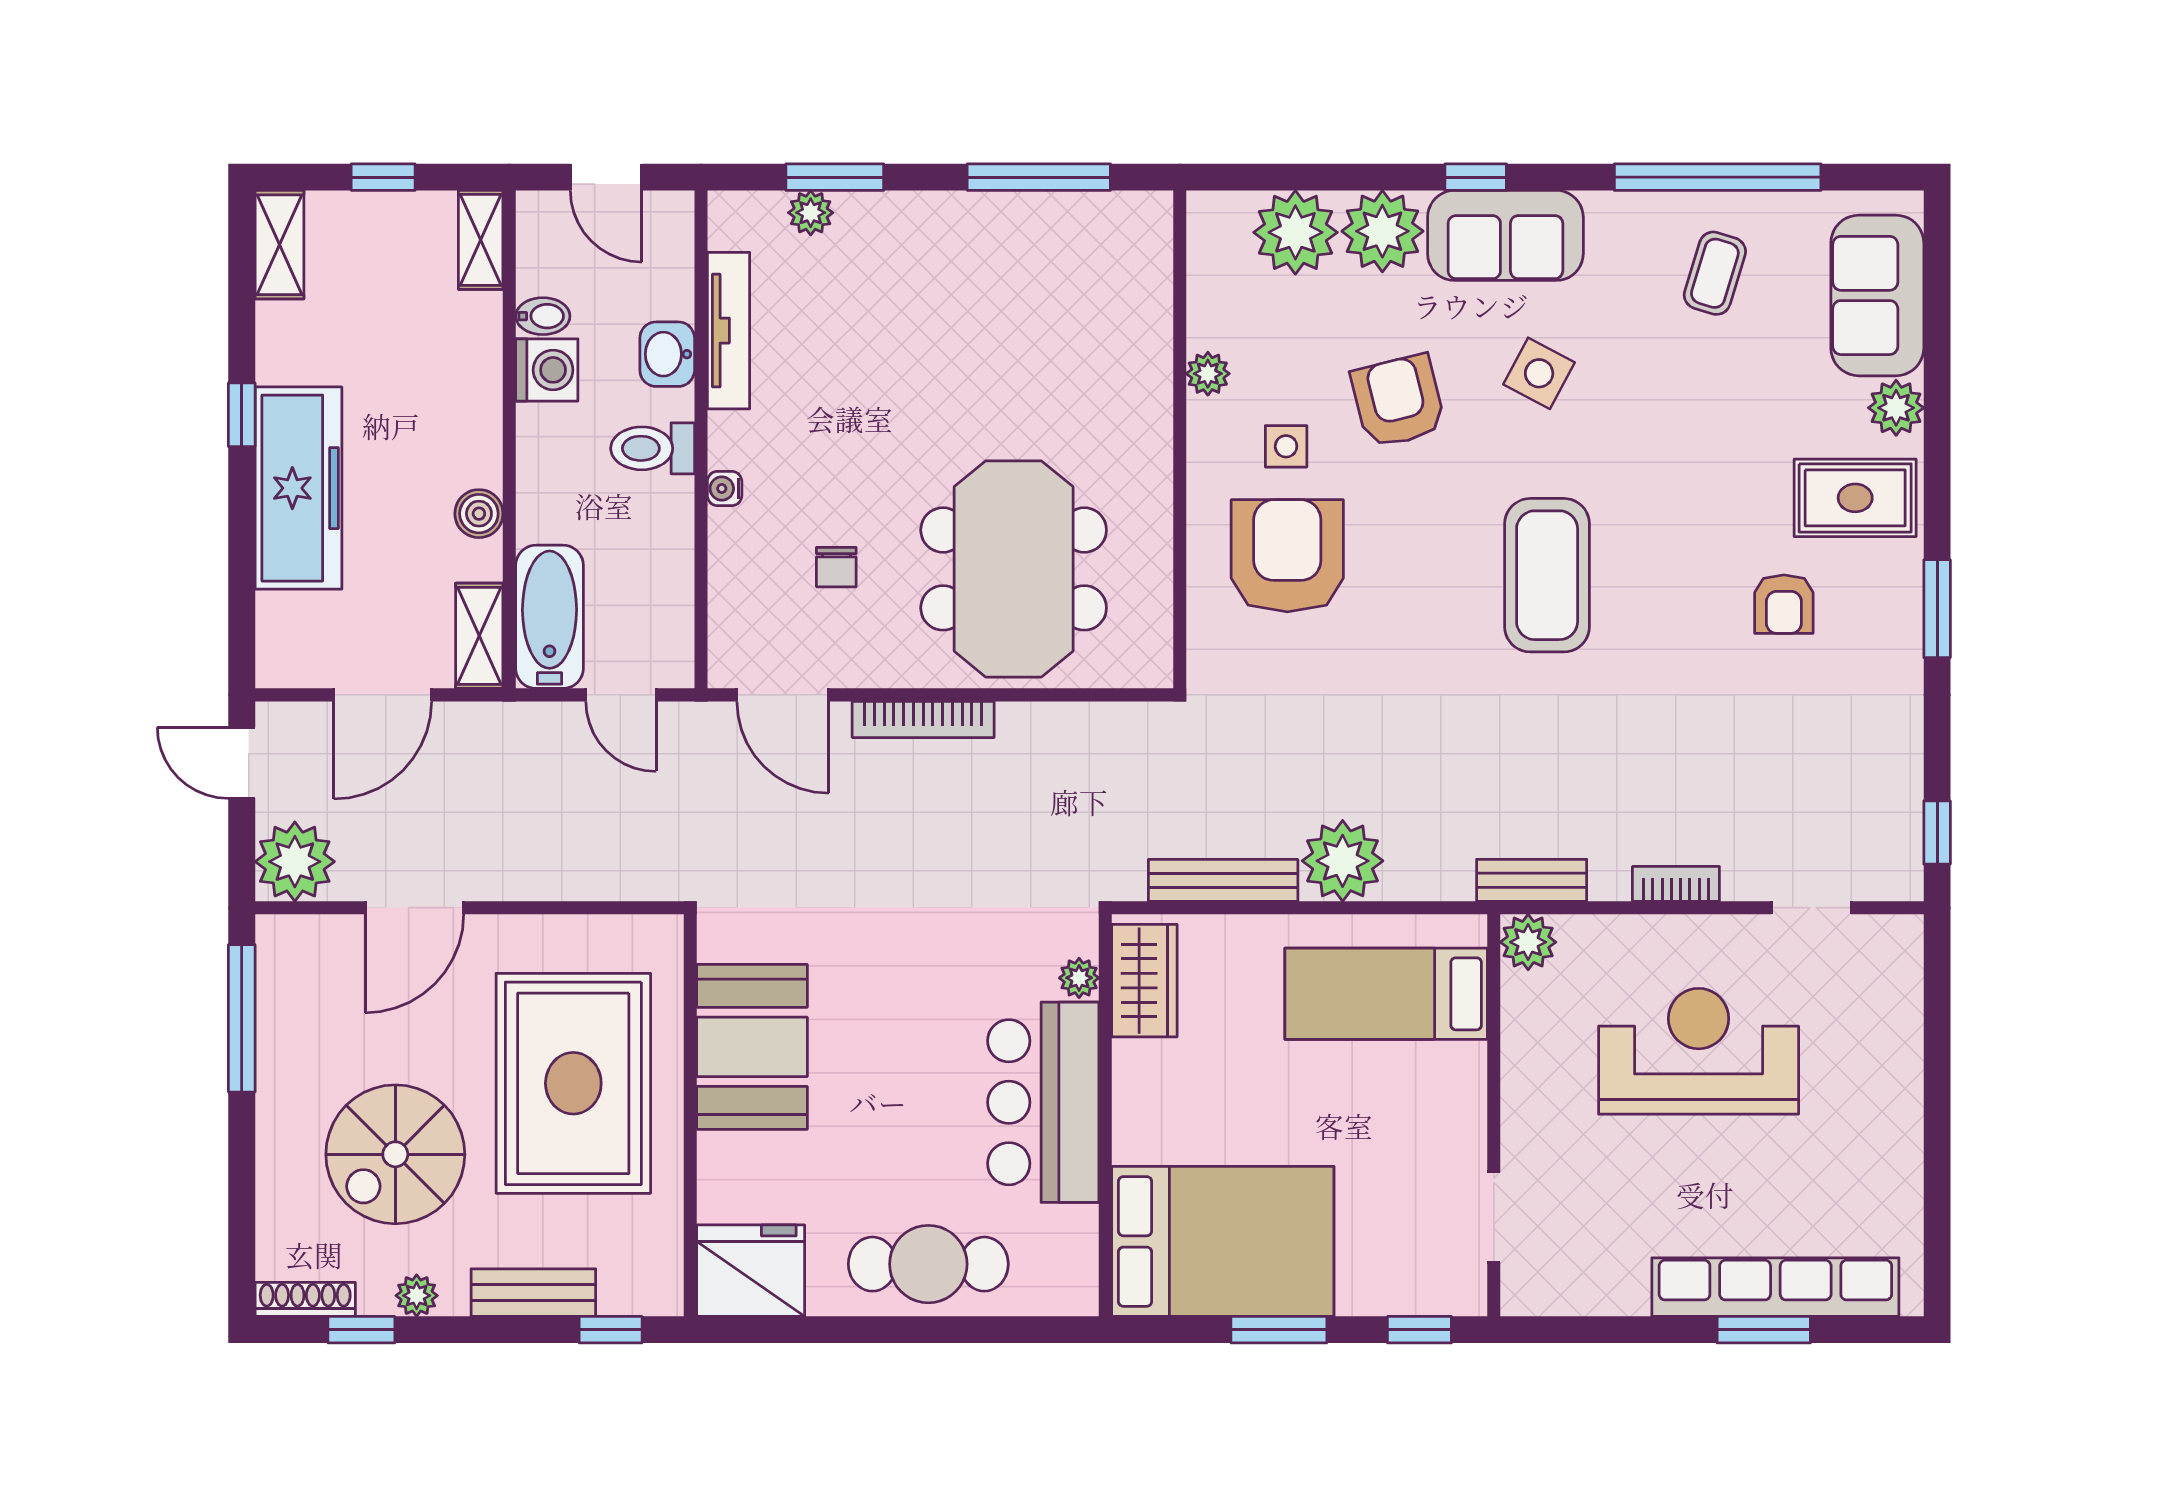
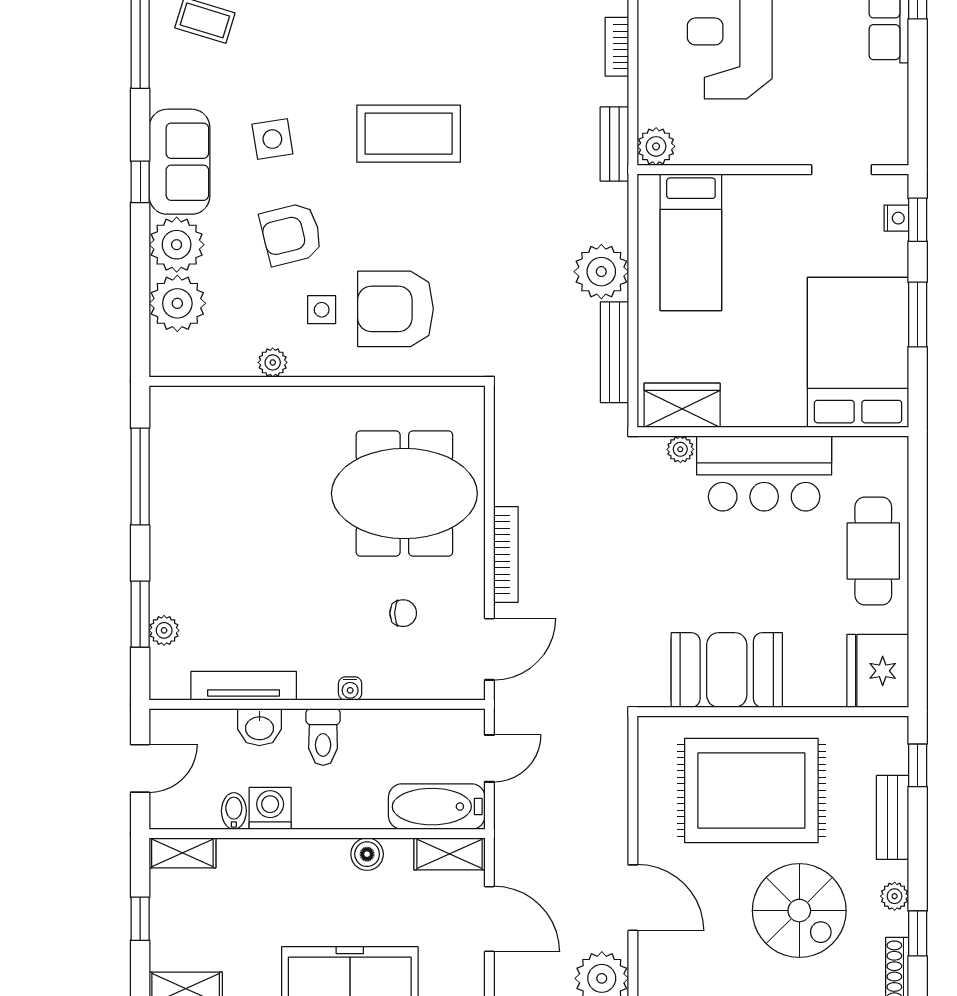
side table: (1539, 373) -> (272, 139), turned -37
nightstand: (1422, 1298) -> (896, 218), added

